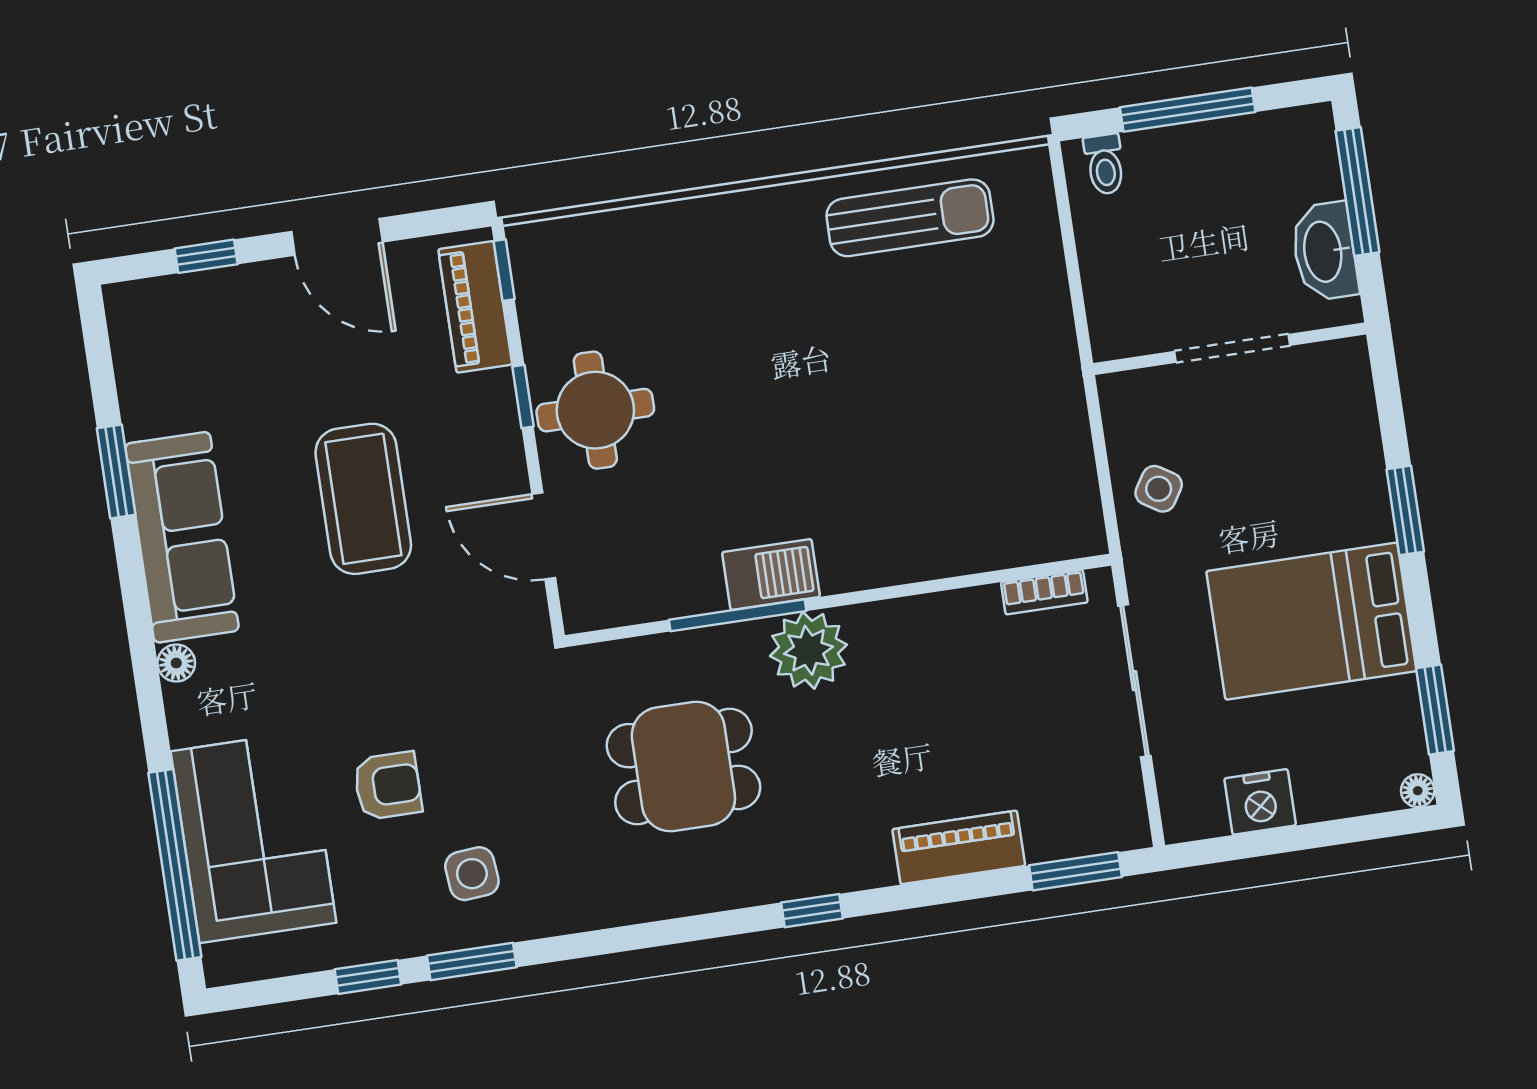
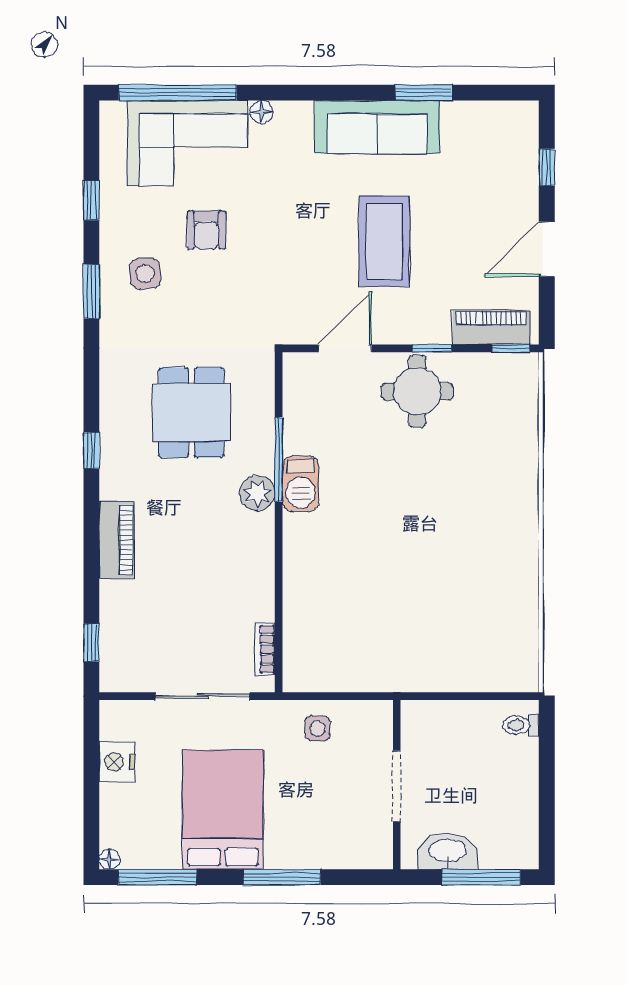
window: (1188, 110) -> (547, 781), removed
sun lounger: (910, 218) -> (506, 601), removed
side table: (1159, 489) -> (318, 728), turned -32
coffee table: (363, 499) -> (384, 241), turned 90
window: (1405, 510) -> (282, 877), width x1.44
plant: (809, 650) -> (257, 493), width x0.73, depth x0.73
floor lamp: (176, 663) -> (261, 112), moved
window: (1435, 710) -> (157, 877), width x1.44
piano: (959, 847) -> (117, 540), moved
window: (1075, 871) -> (91, 643), width x0.67
window: (812, 911) -> (91, 450), moved
window: (472, 961) -> (91, 291), moved

